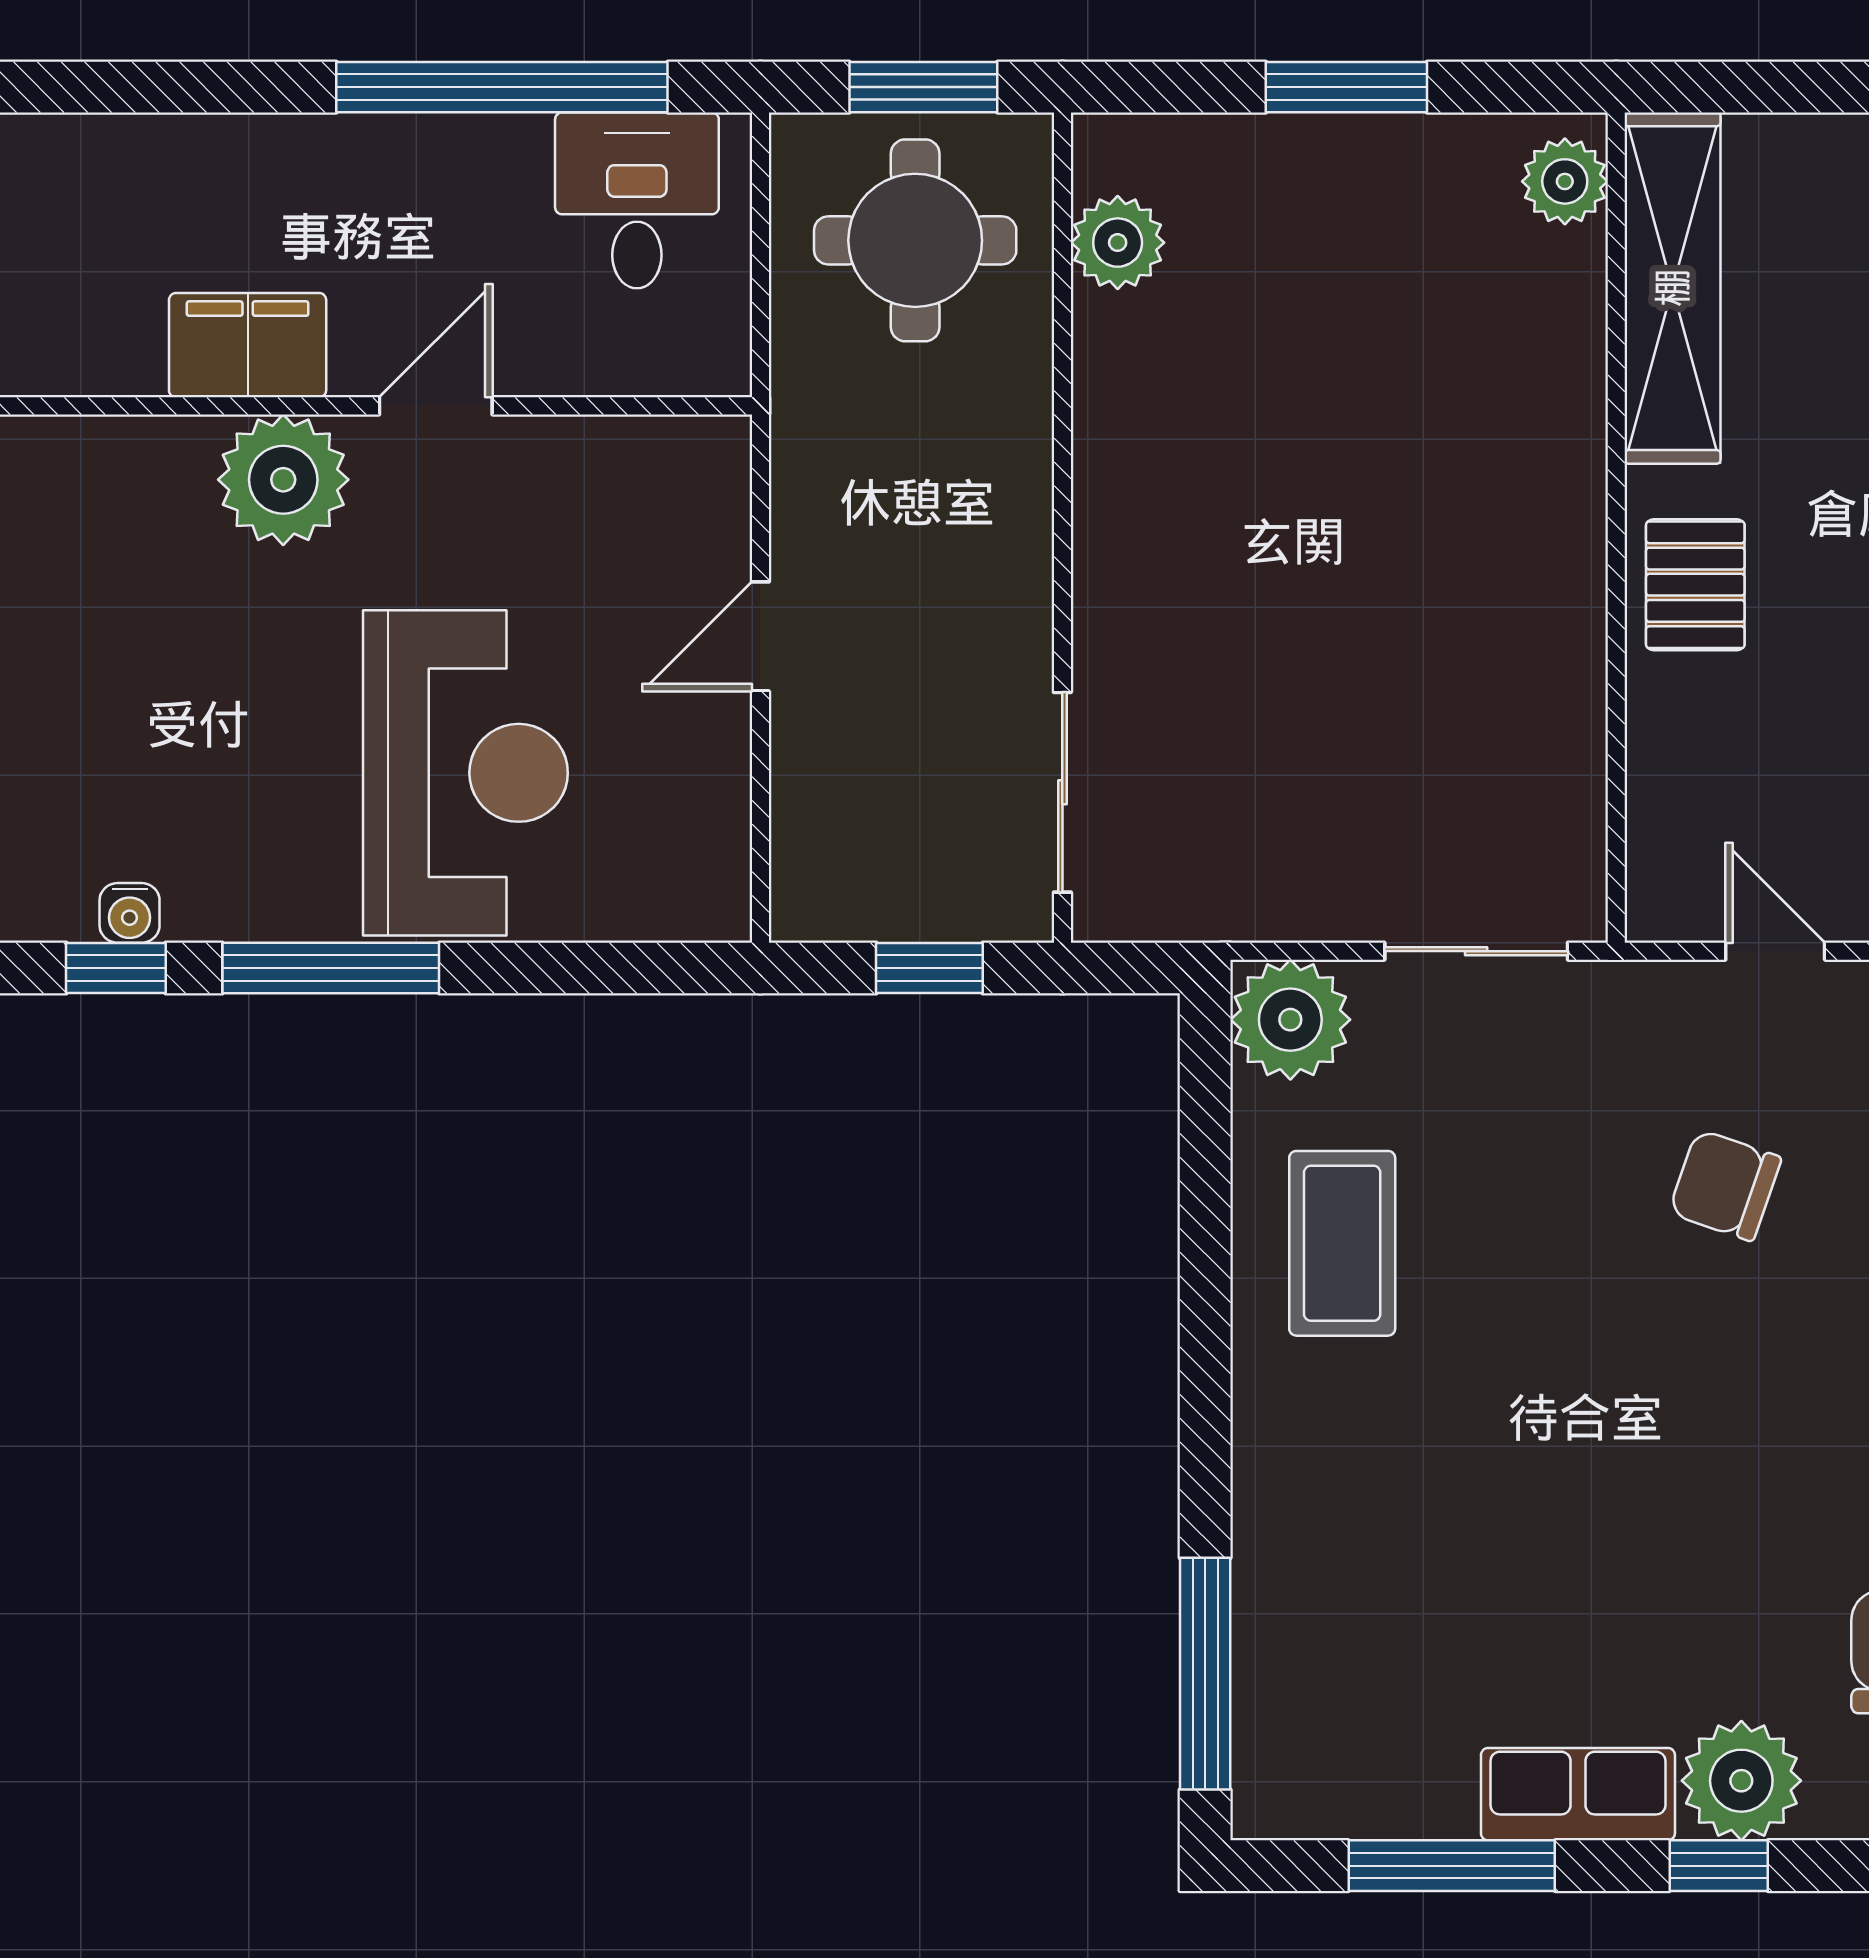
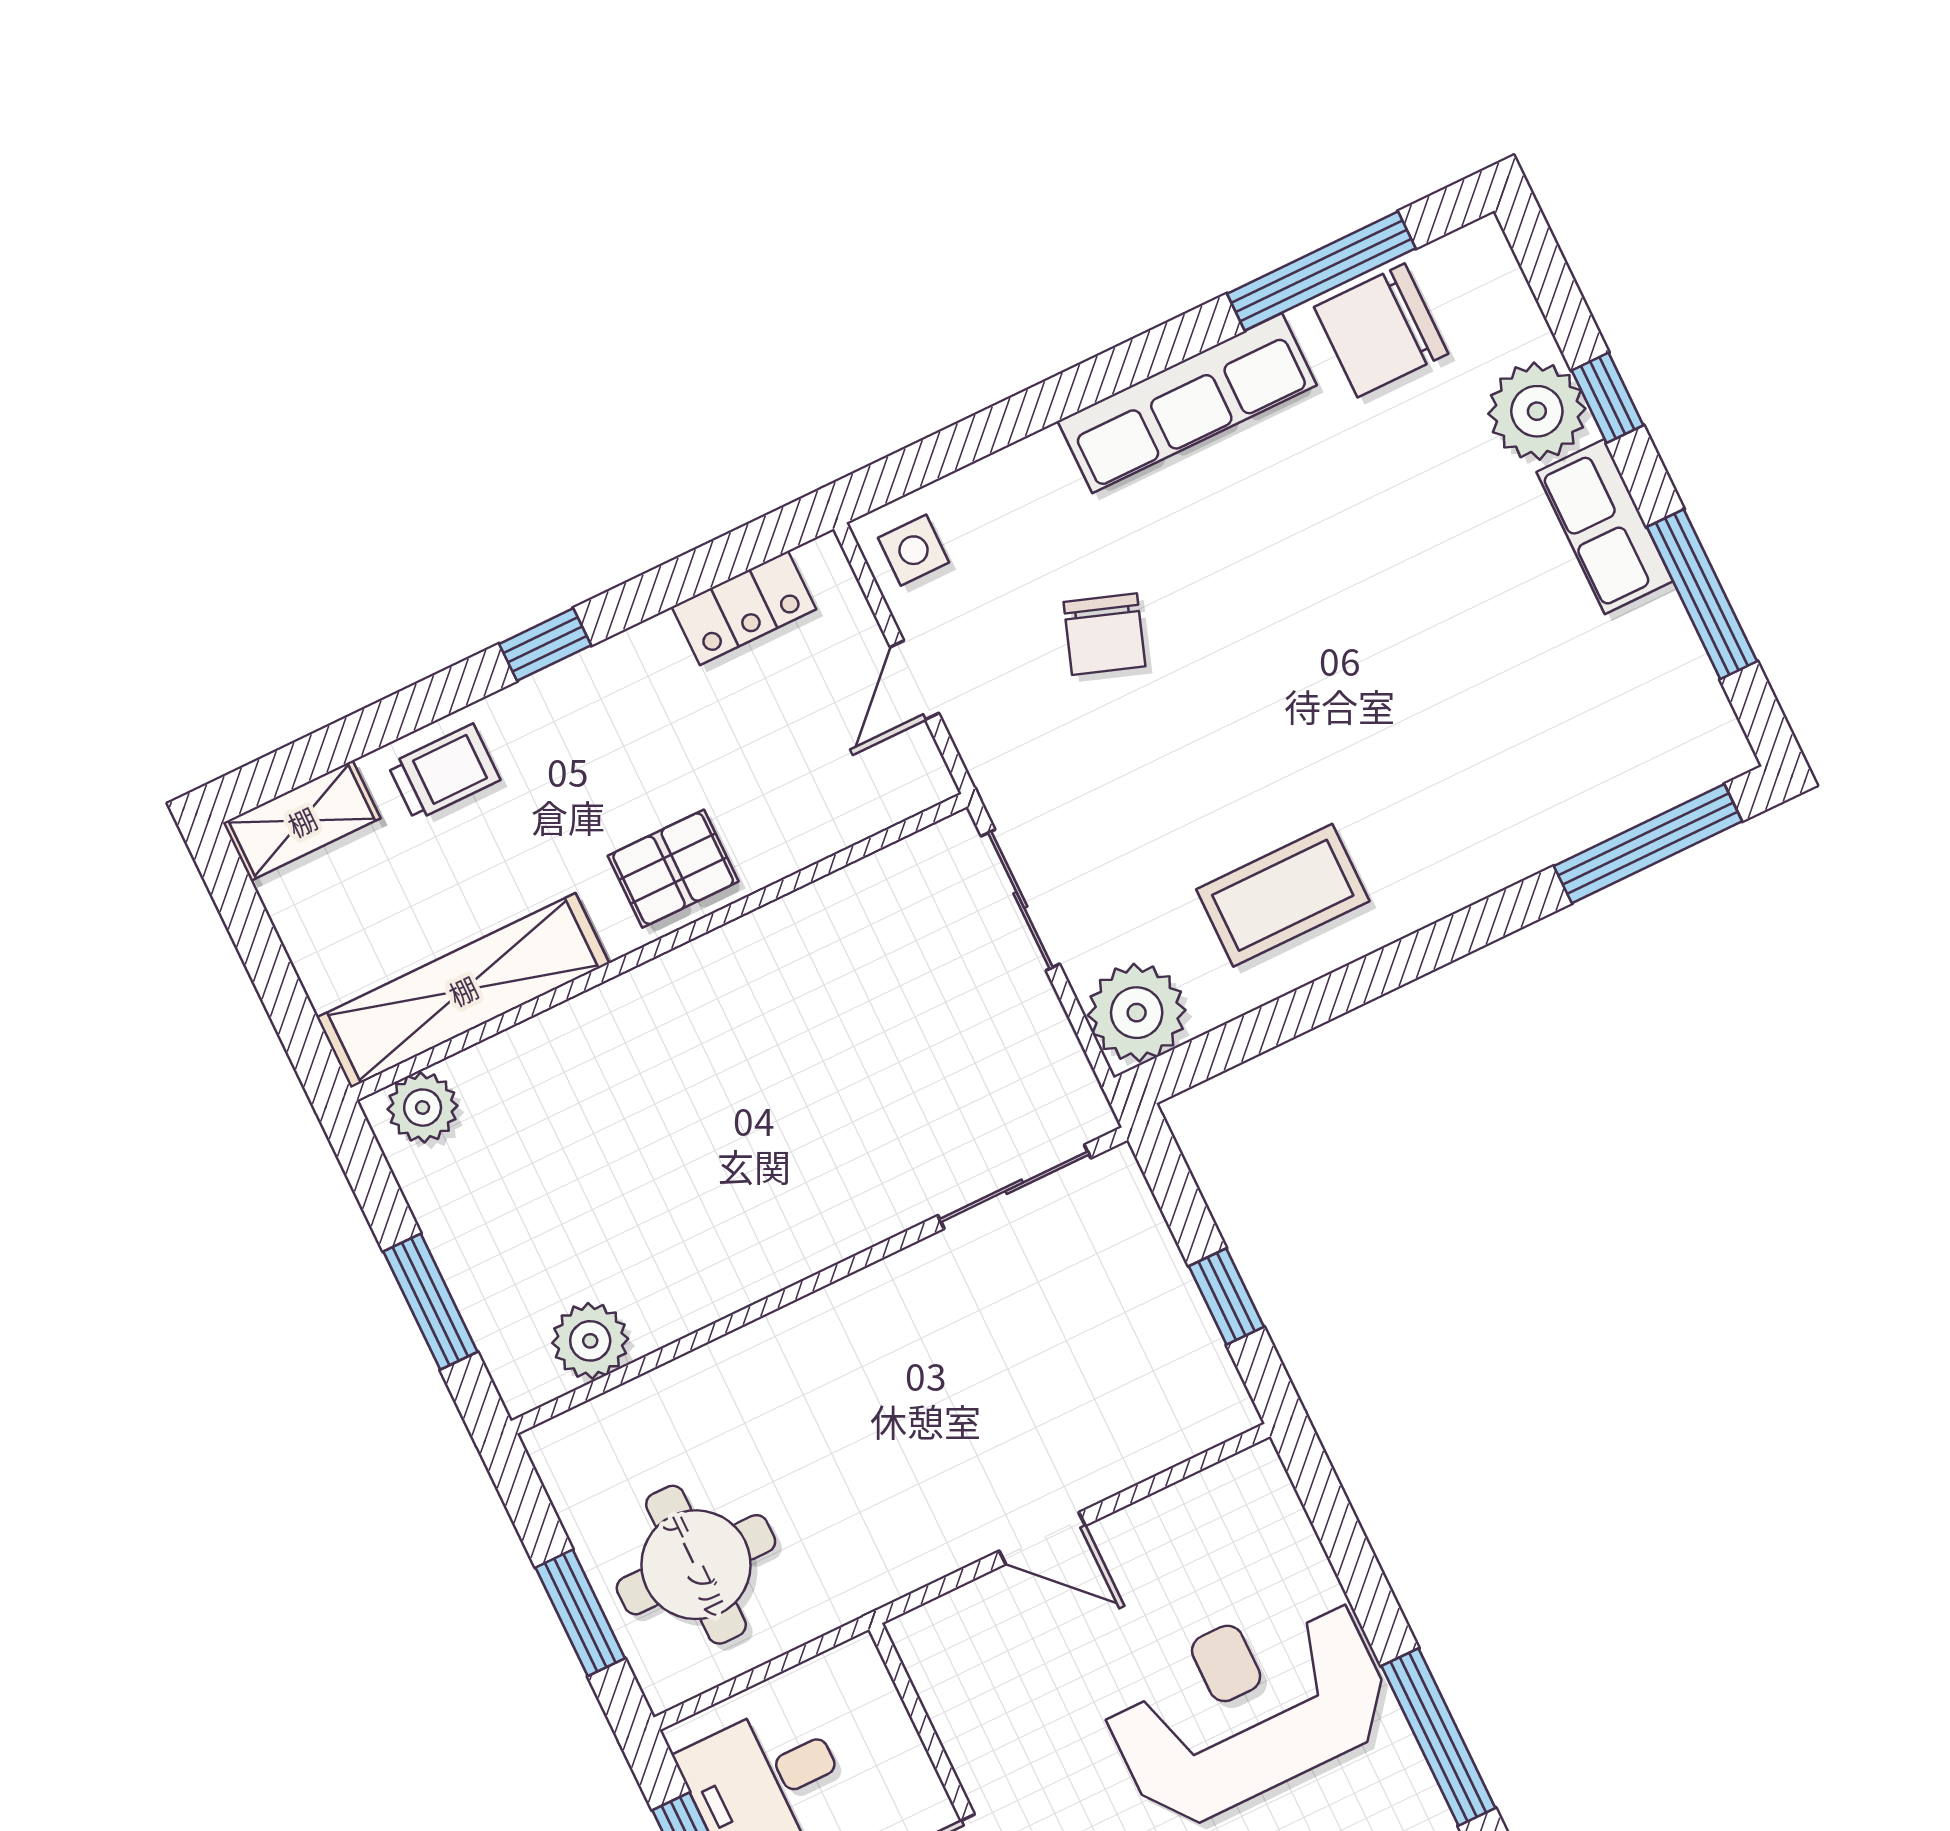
plant: (1118, 243) -> (590, 1341), moved
wall: (1062, 528) -> (819, 1280), moved
sliding door: (1062, 792) -> (1014, 1187), moved

